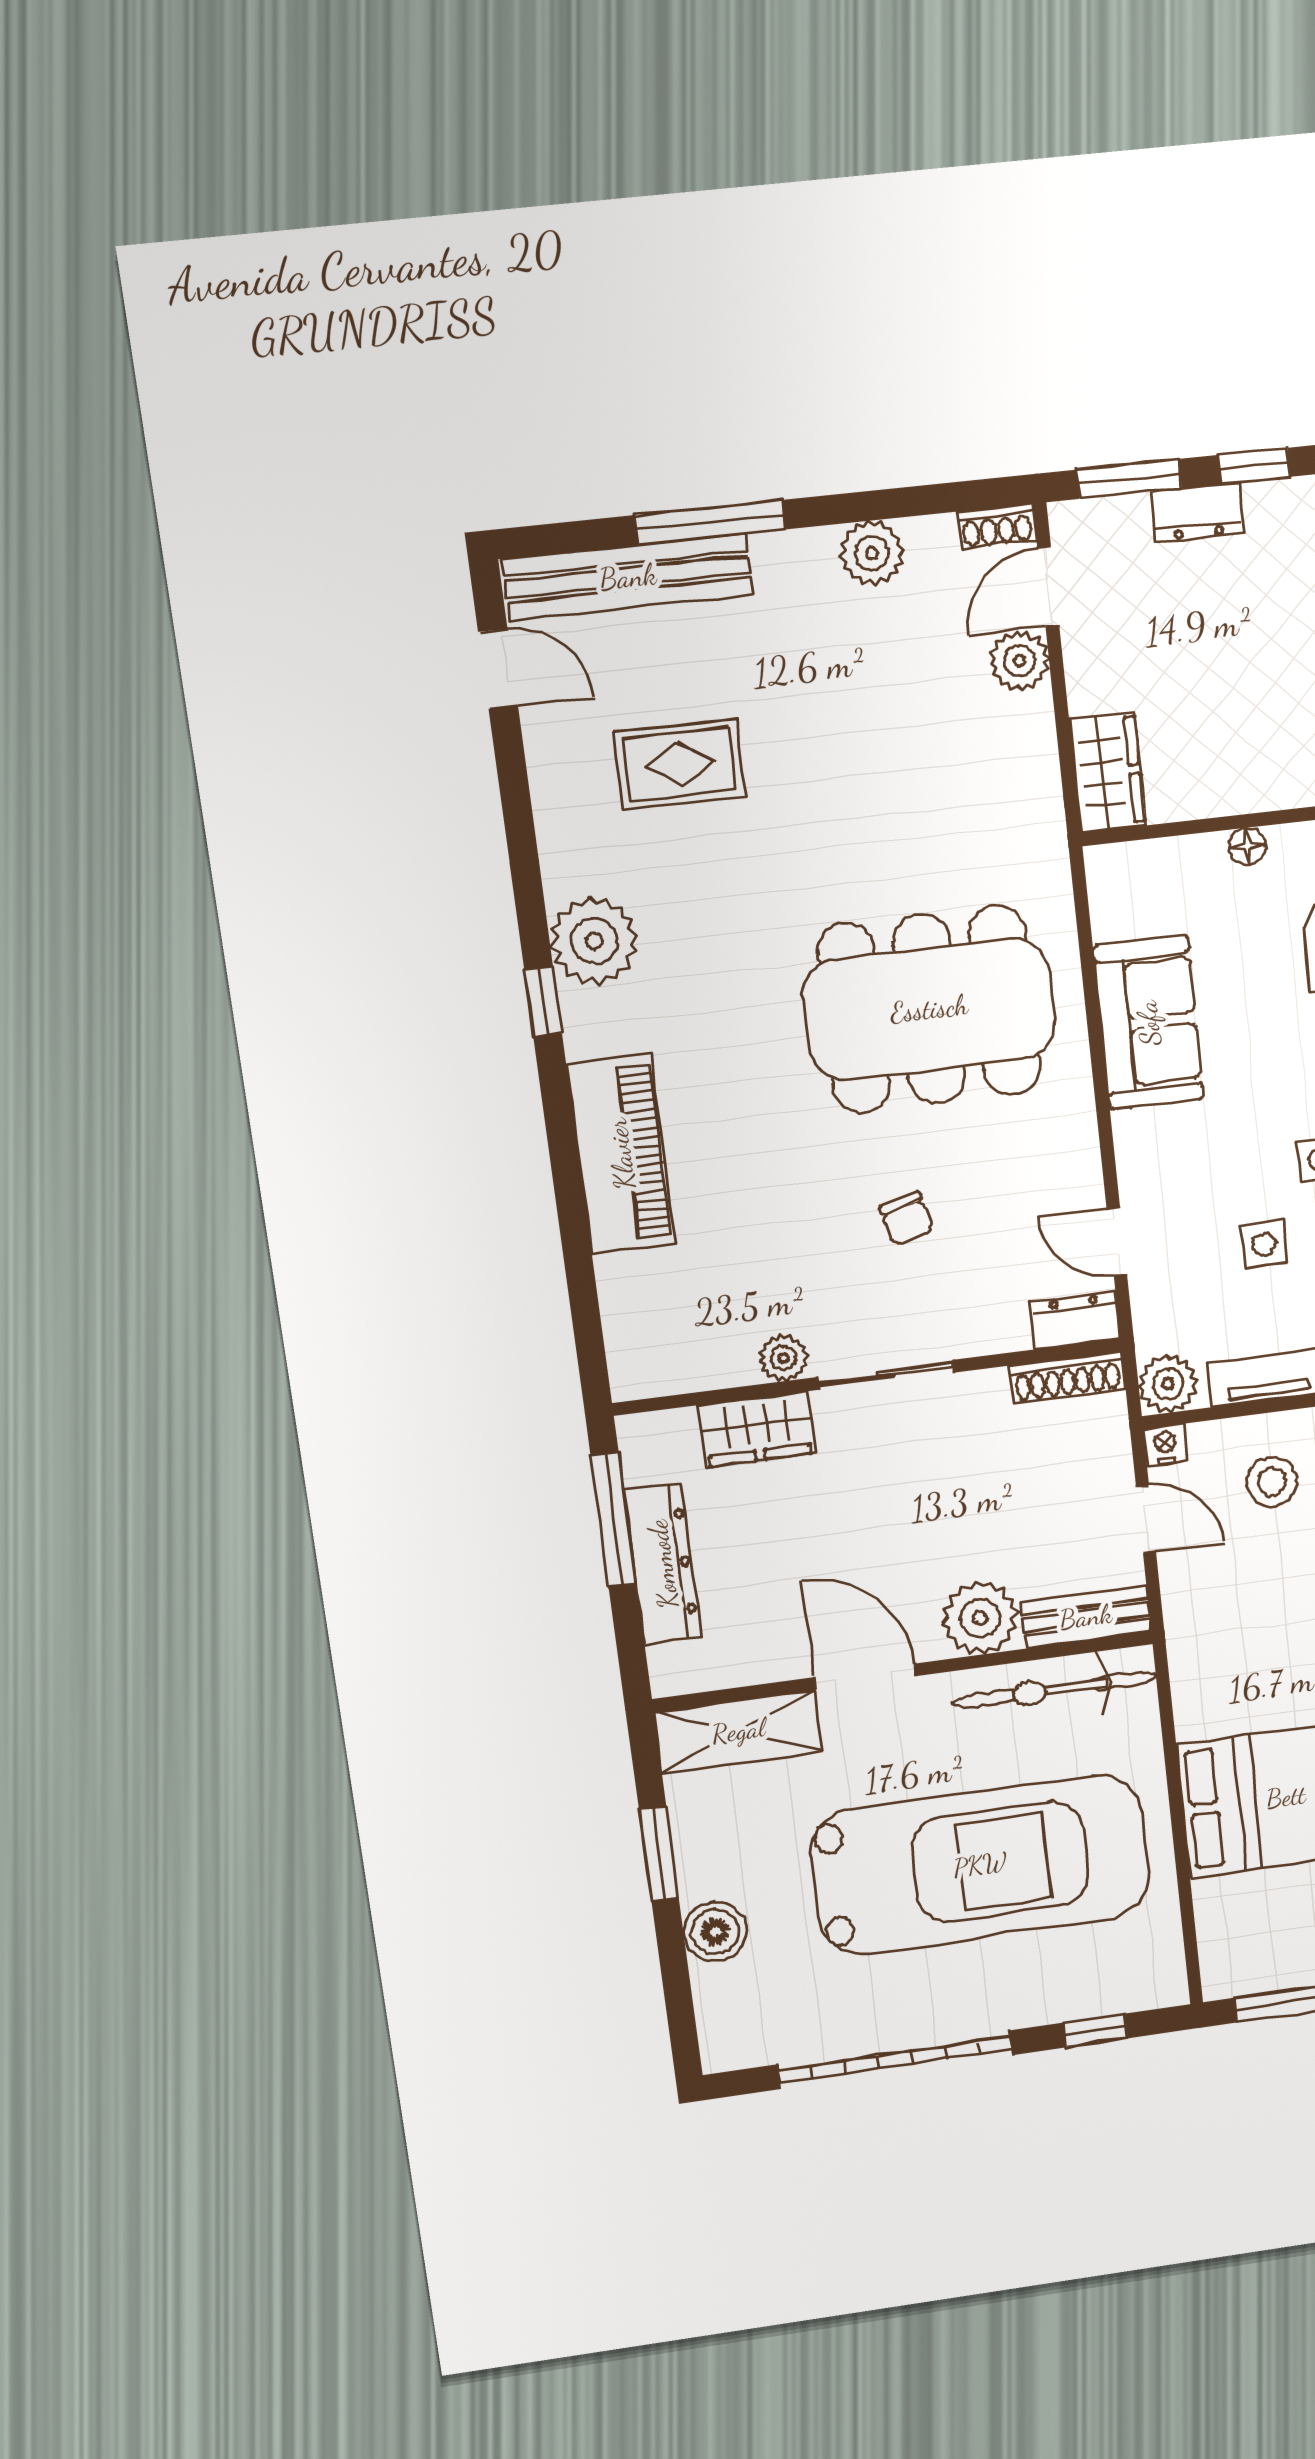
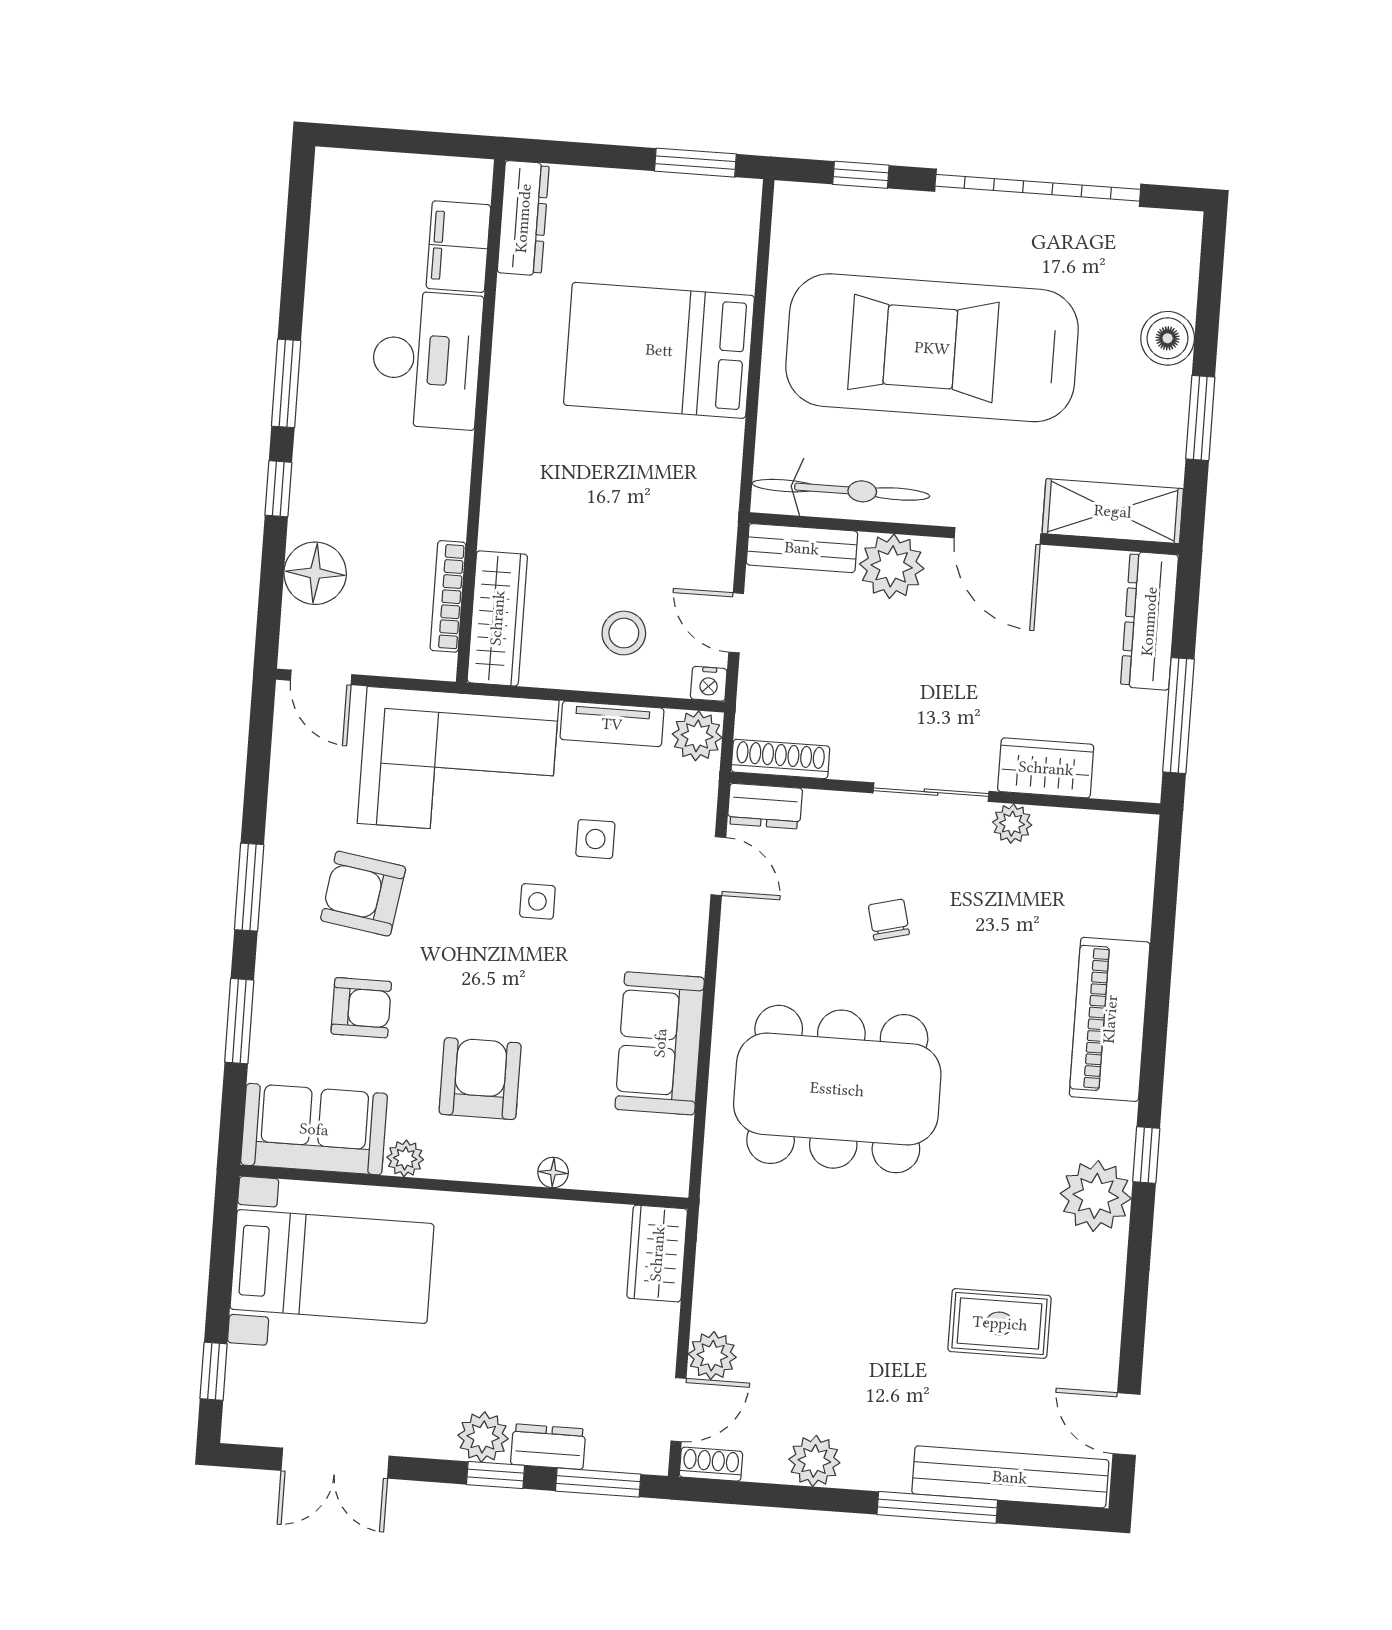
plant: (1277, 510) -> (483, 1437), added
dresser: (663, 1564) -> (1149, 621), moved

